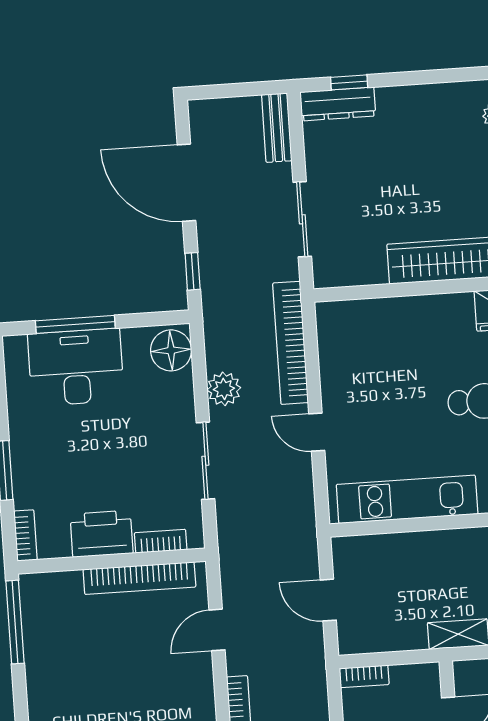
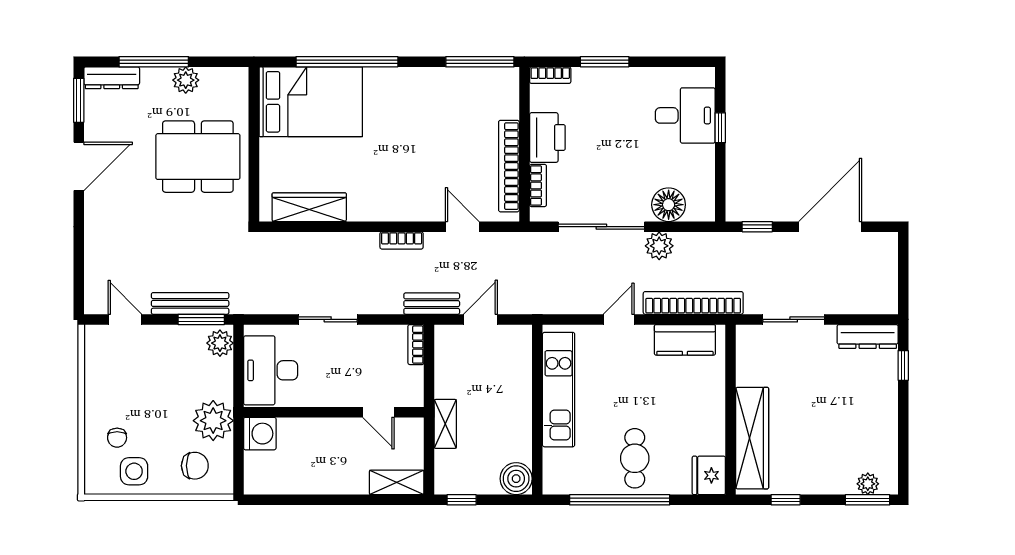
dresser: (338, 104) -> (868, 336), moved, turned -90
bench: (277, 128) -> (432, 304), moved
window: (75, 324) -> (720, 128), width x0.46
floor lamp: (171, 350) -> (669, 205), moved
kitchen counter: (336, 350) -> (685, 340), added
desk: (76, 367) -> (685, 115), width x0.73
sliding door: (205, 461) -> (601, 227), width x1.37

